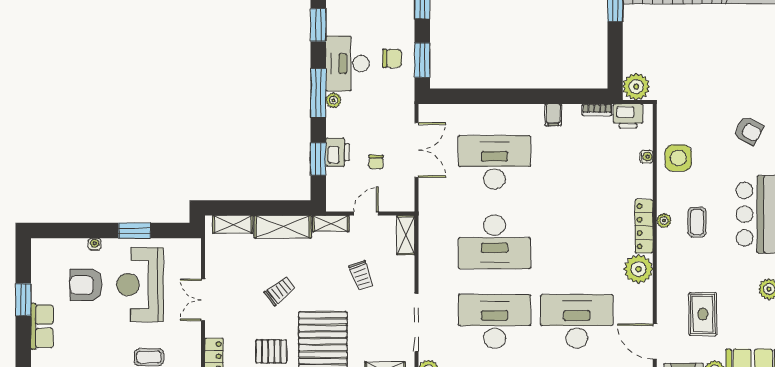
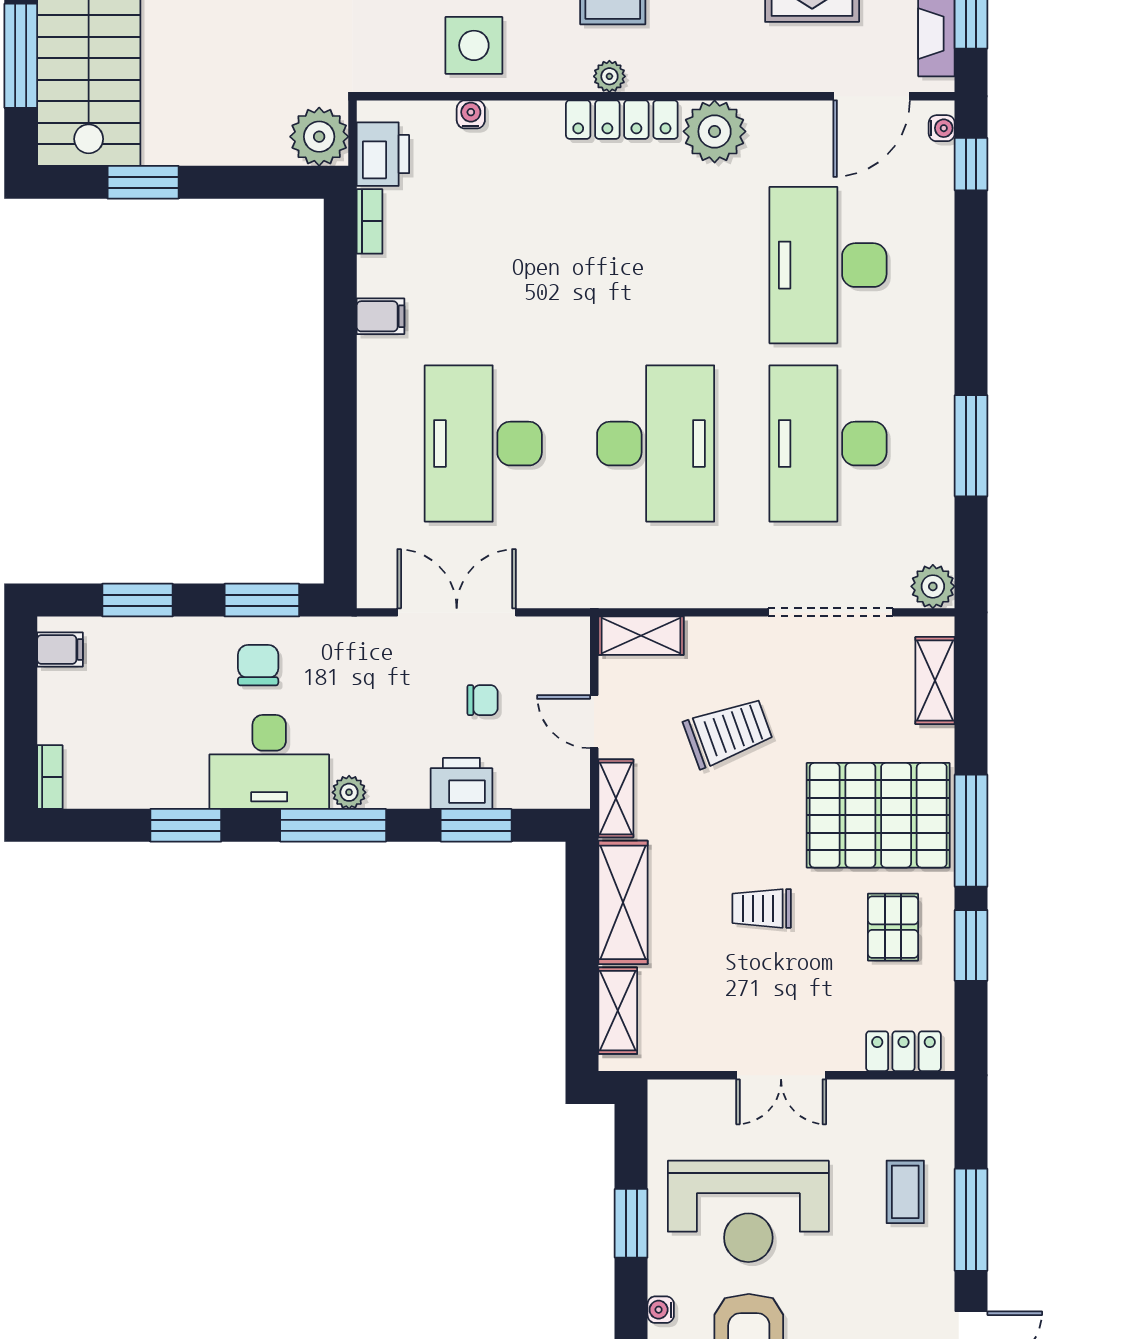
trolley: (361, 275) -> (728, 732), width x1.36, depth x1.39
trolley: (280, 291) -> (762, 908), turned -52

